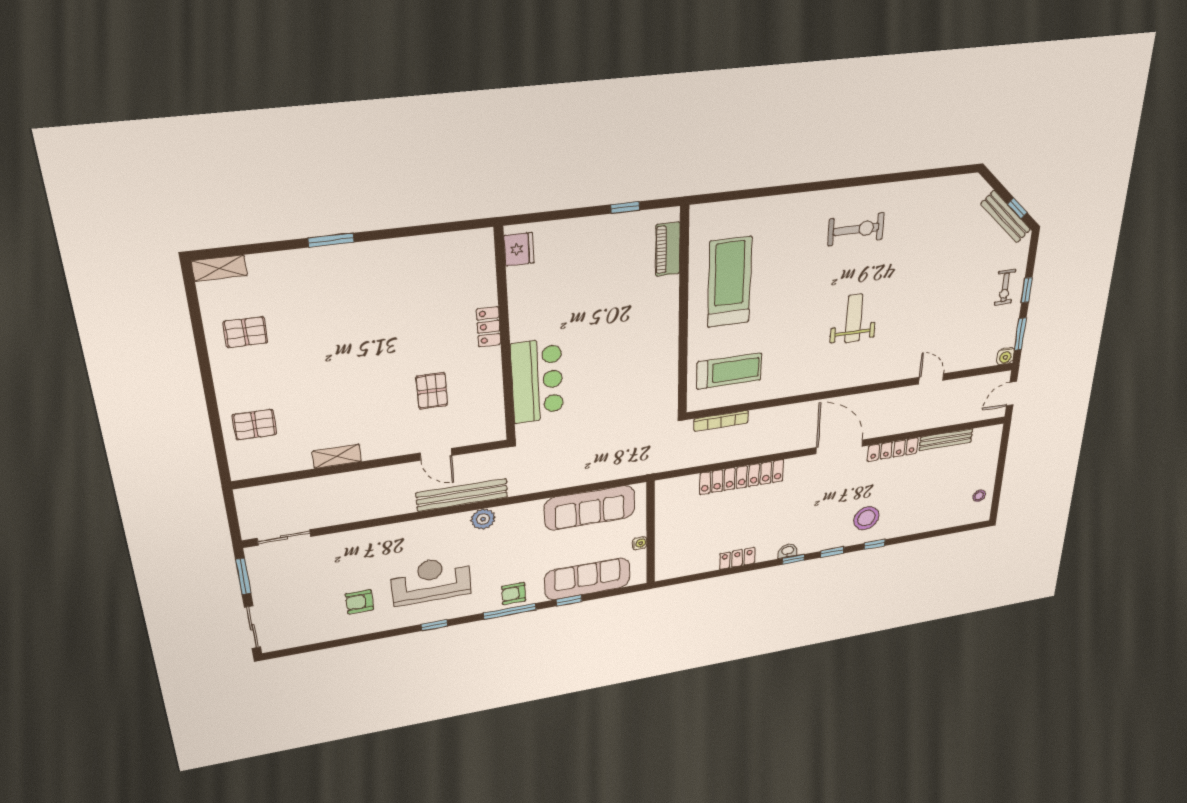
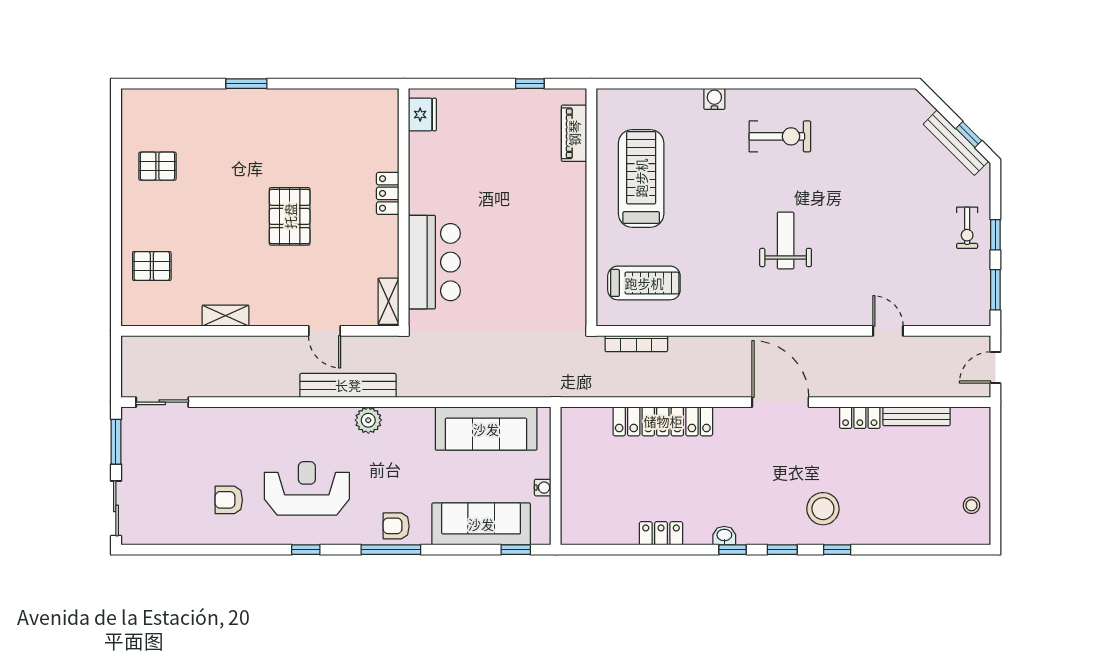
shelving: (219, 268) -> (388, 301), moved, turned 90
water cooler: (1006, 356) -> (714, 99), moved, turned 180
pallet: (432, 391) -> (290, 216), moved, width x1.50, depth x1.42
locker: (893, 449) -> (860, 418), width x0.66
window: (569, 601) -> (516, 550), moved

